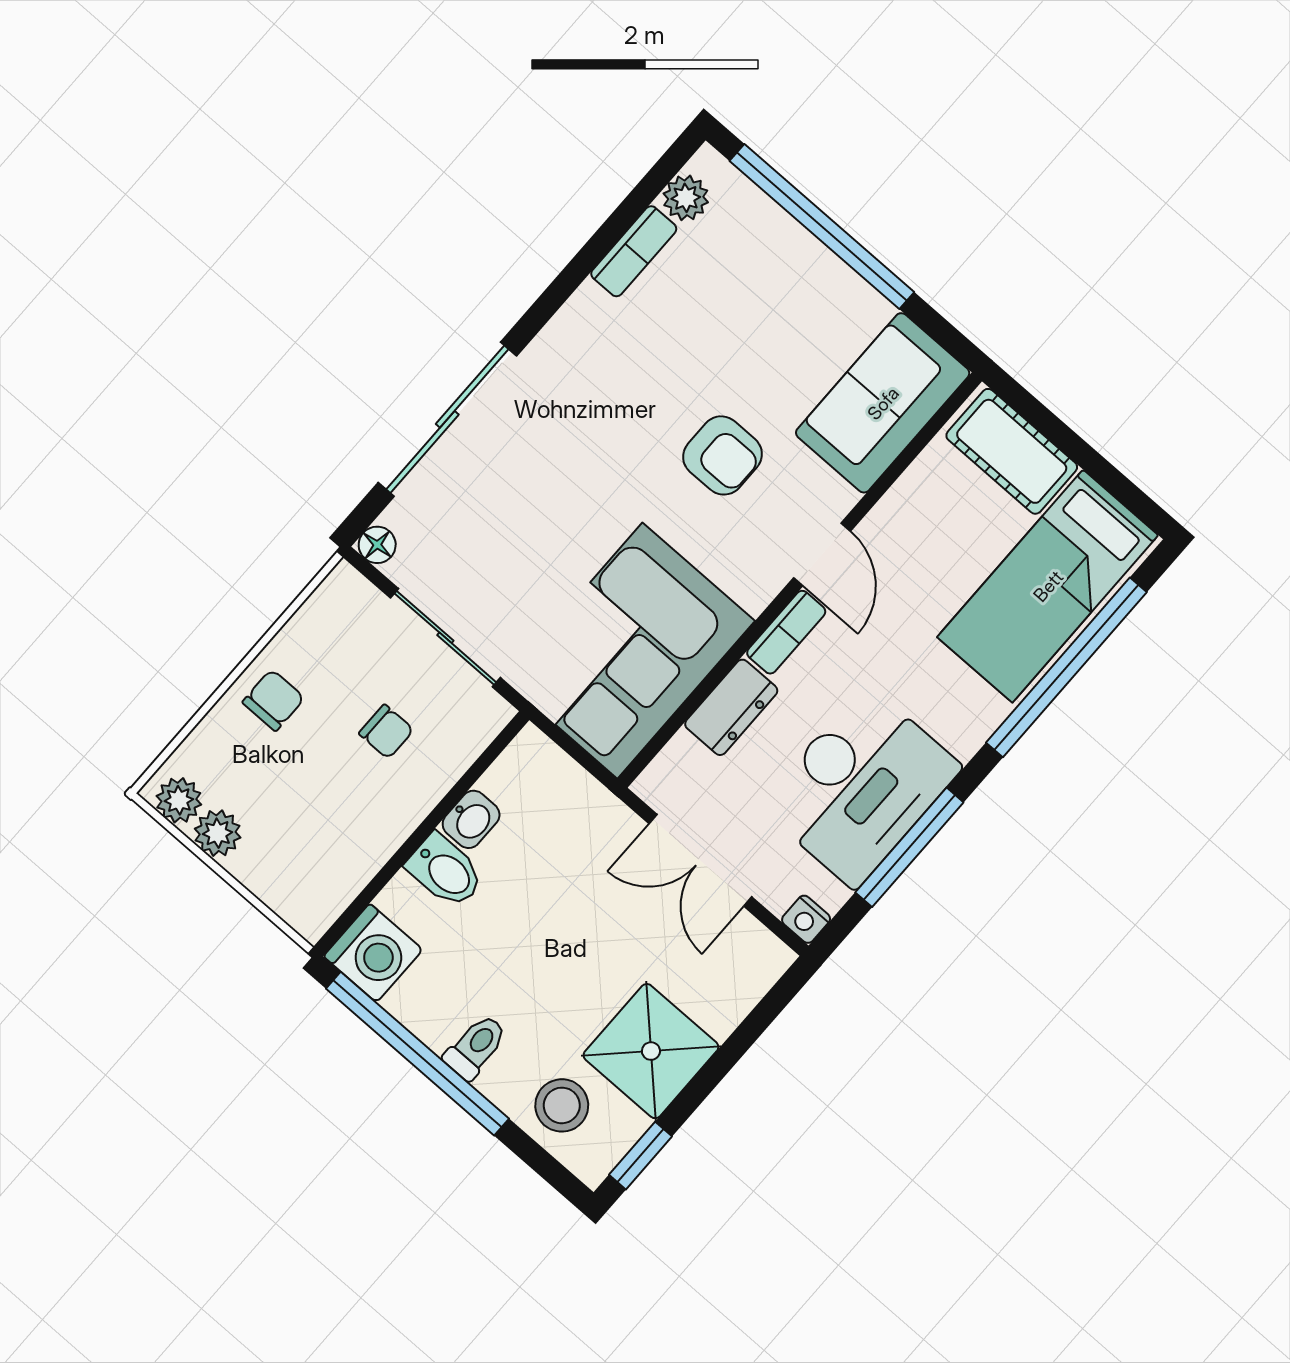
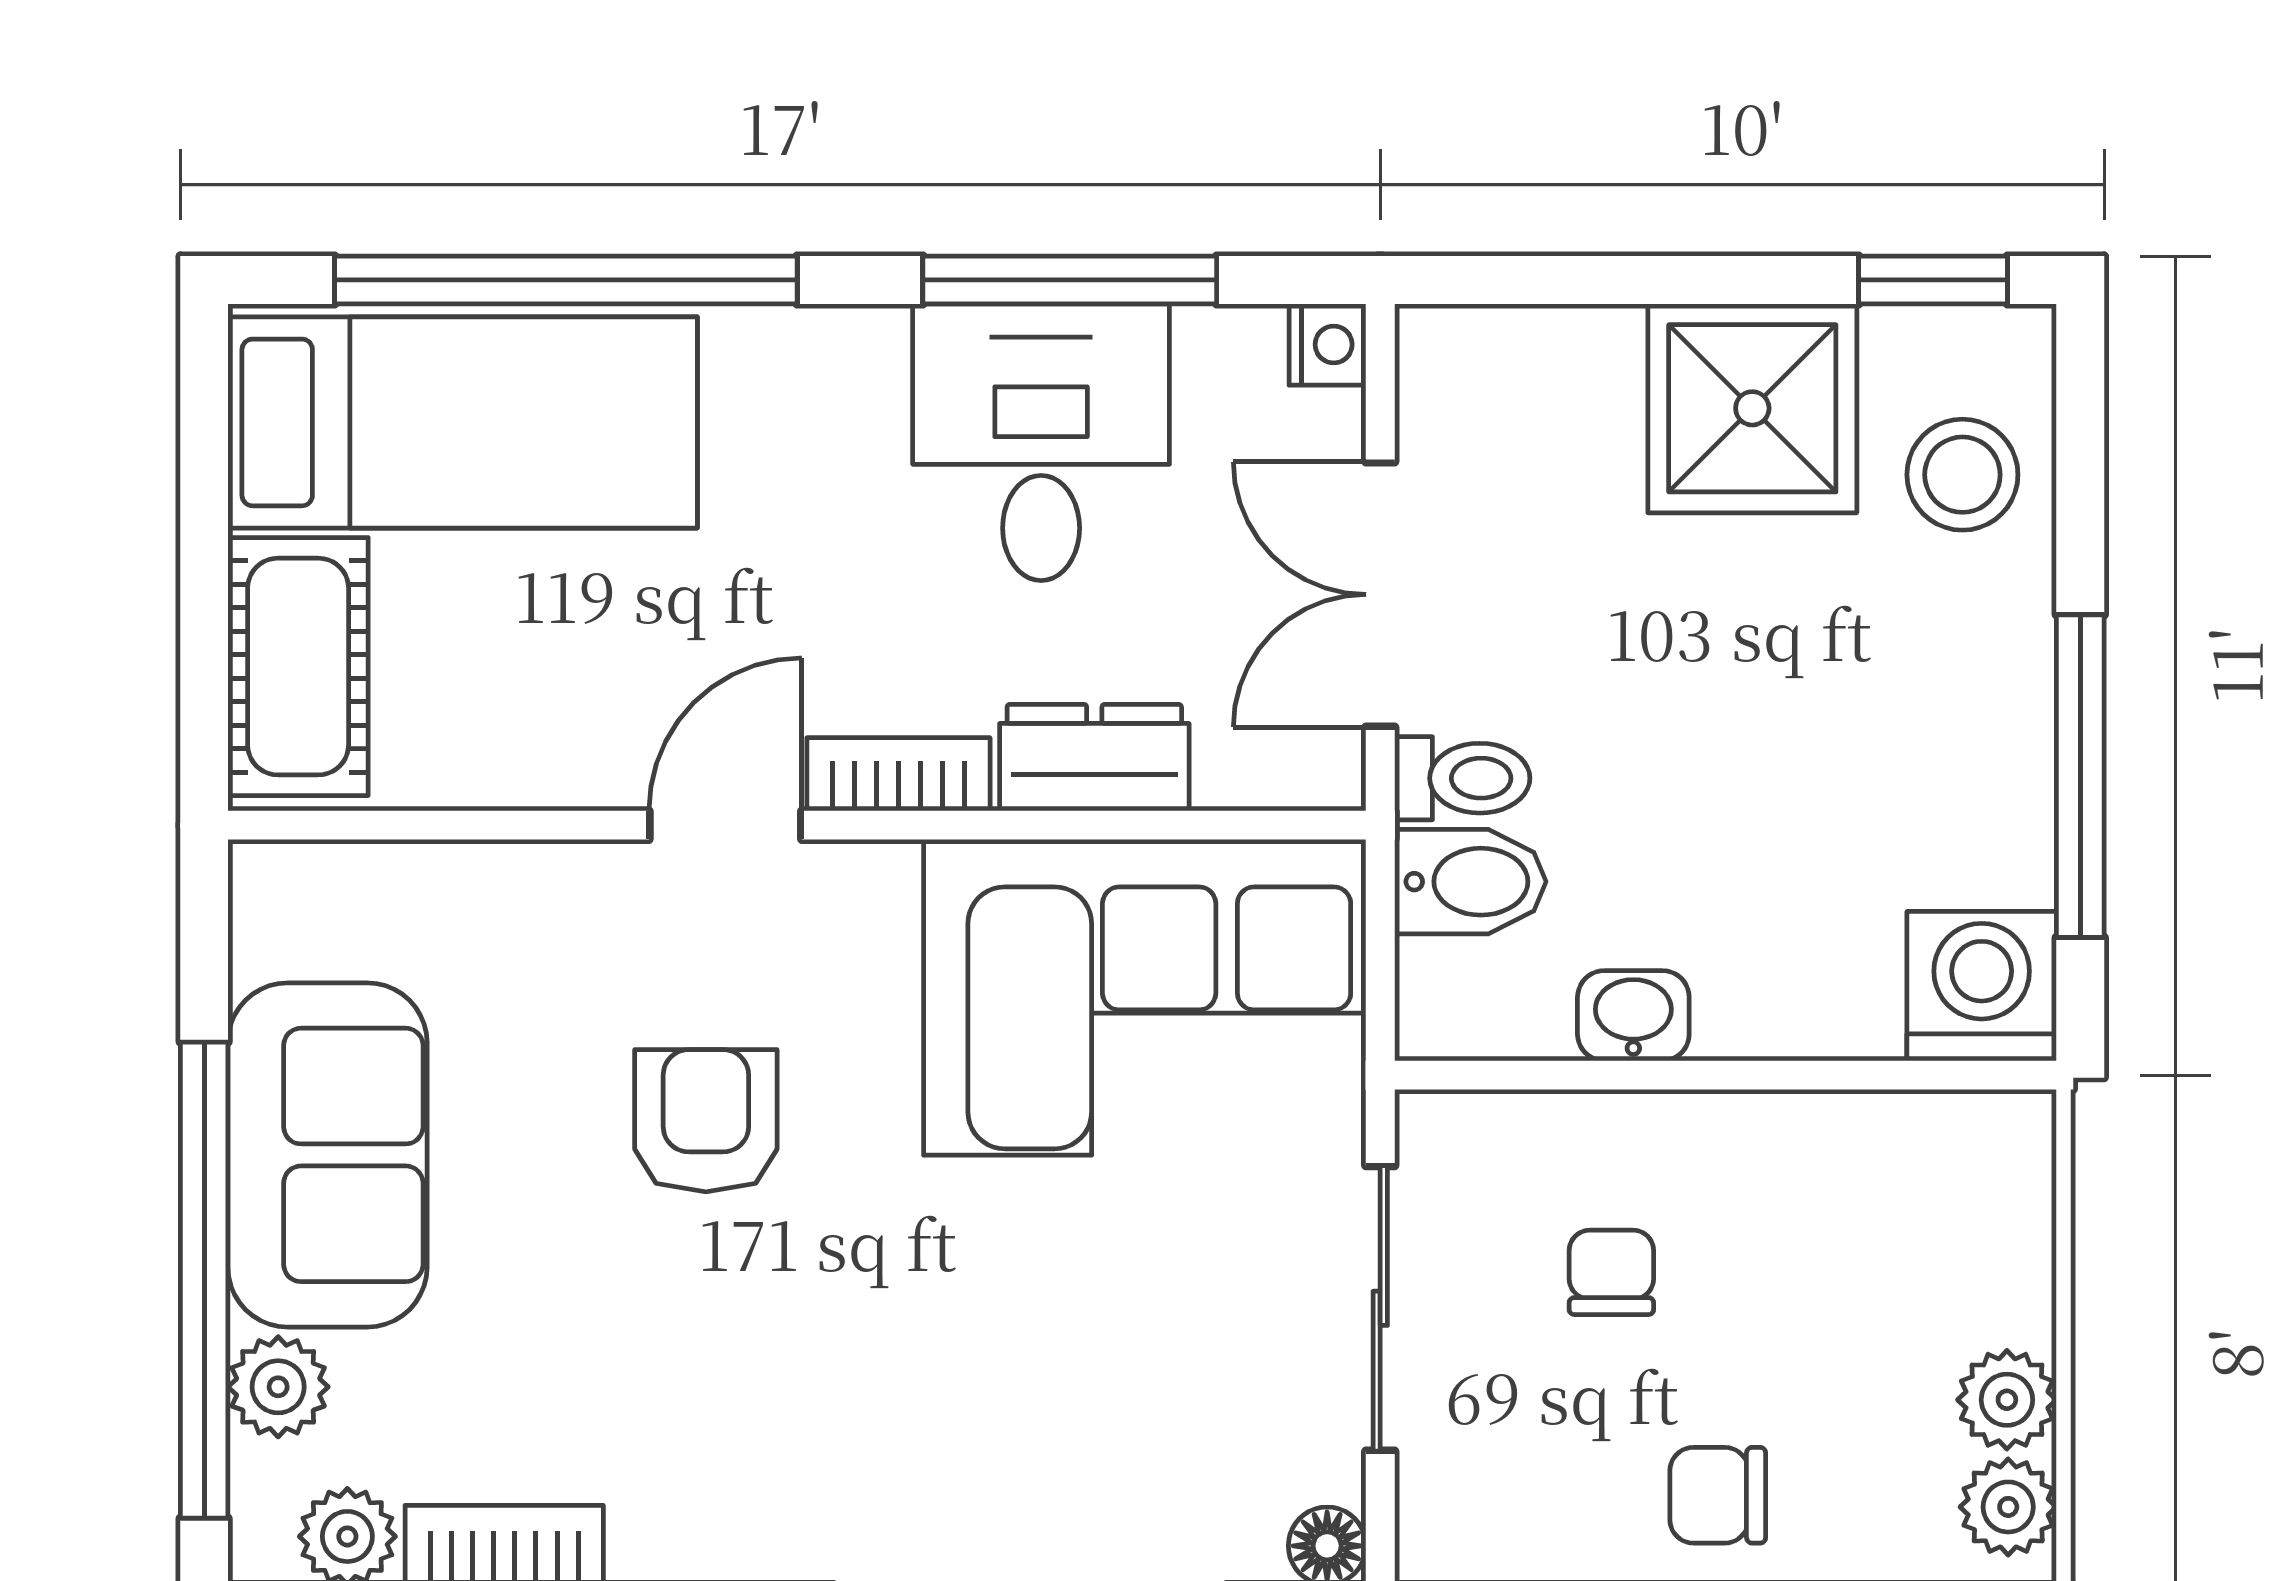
plant: (761, 220) -> (278, 1387), added
sofa: (883, 403) -> (327, 1155), moved, turned -90
desk: (860, 787) -> (1041, 442), width x0.73
double door: (700, 860) -> (1380, 594), swing flipped
bidet: (445, 871) -> (1470, 882), moved, turned 90
toilet: (476, 1047) -> (1462, 778), moved, turned 180
window: (417, 1054) -> (2080, 776), width x0.68

